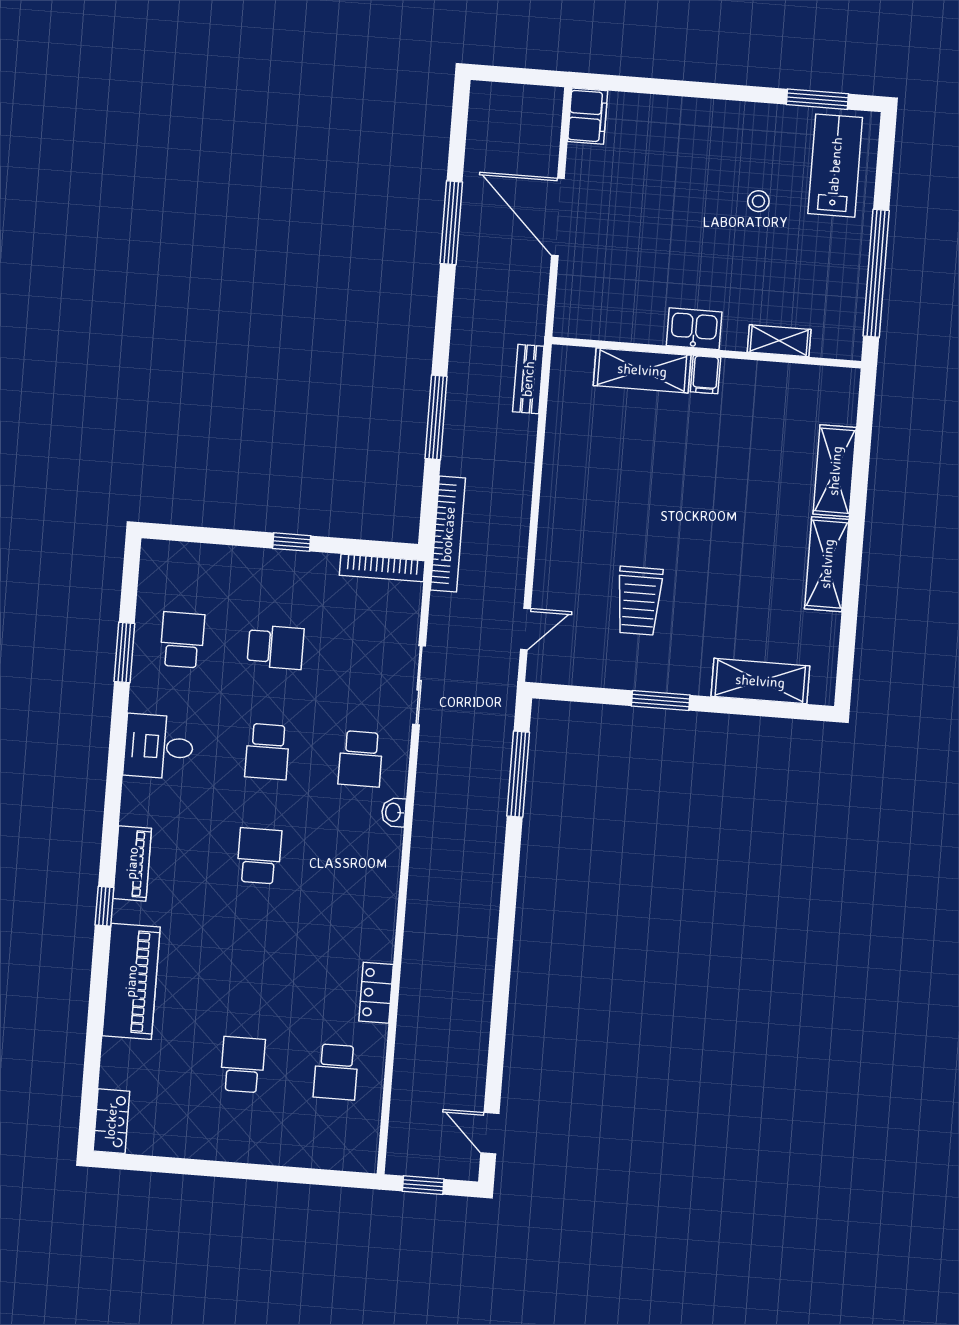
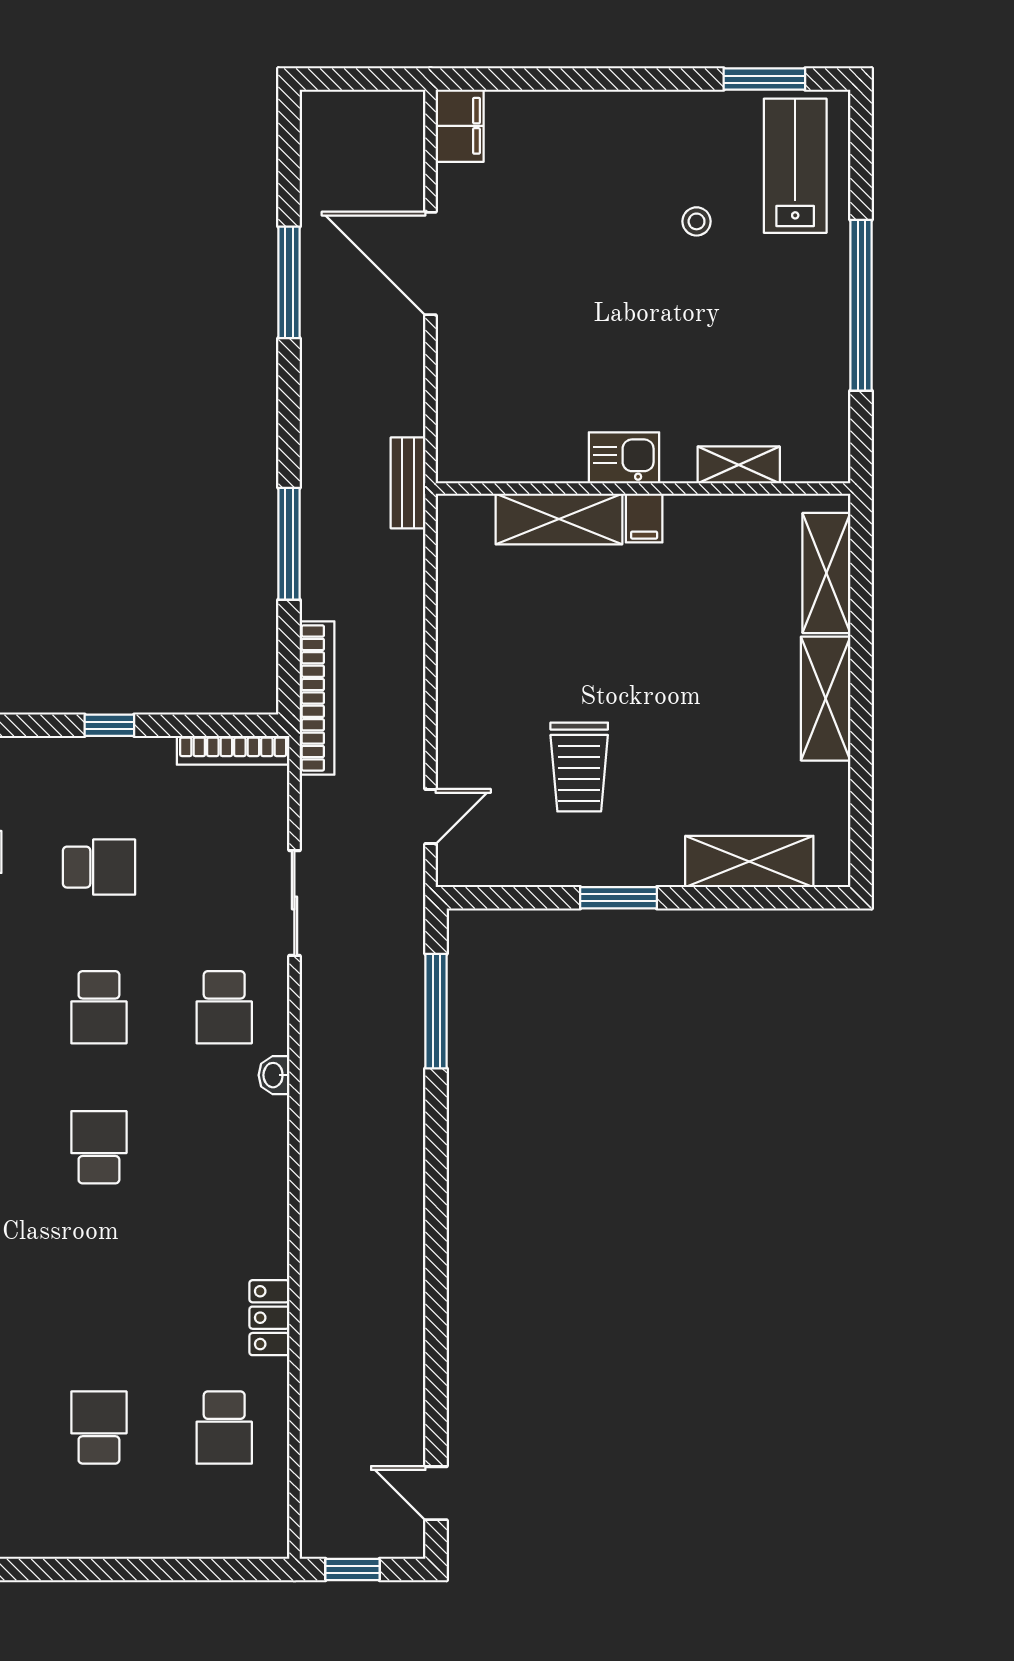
kitchen sink: (694, 329) -> (624, 458), moved
shelving: (779, 341) -> (739, 465), moved
wall: (706, 353) -> (643, 488), moved
shelving: (642, 370) -> (559, 519), moved
filing cabinet: (706, 375) -> (644, 518), moved

